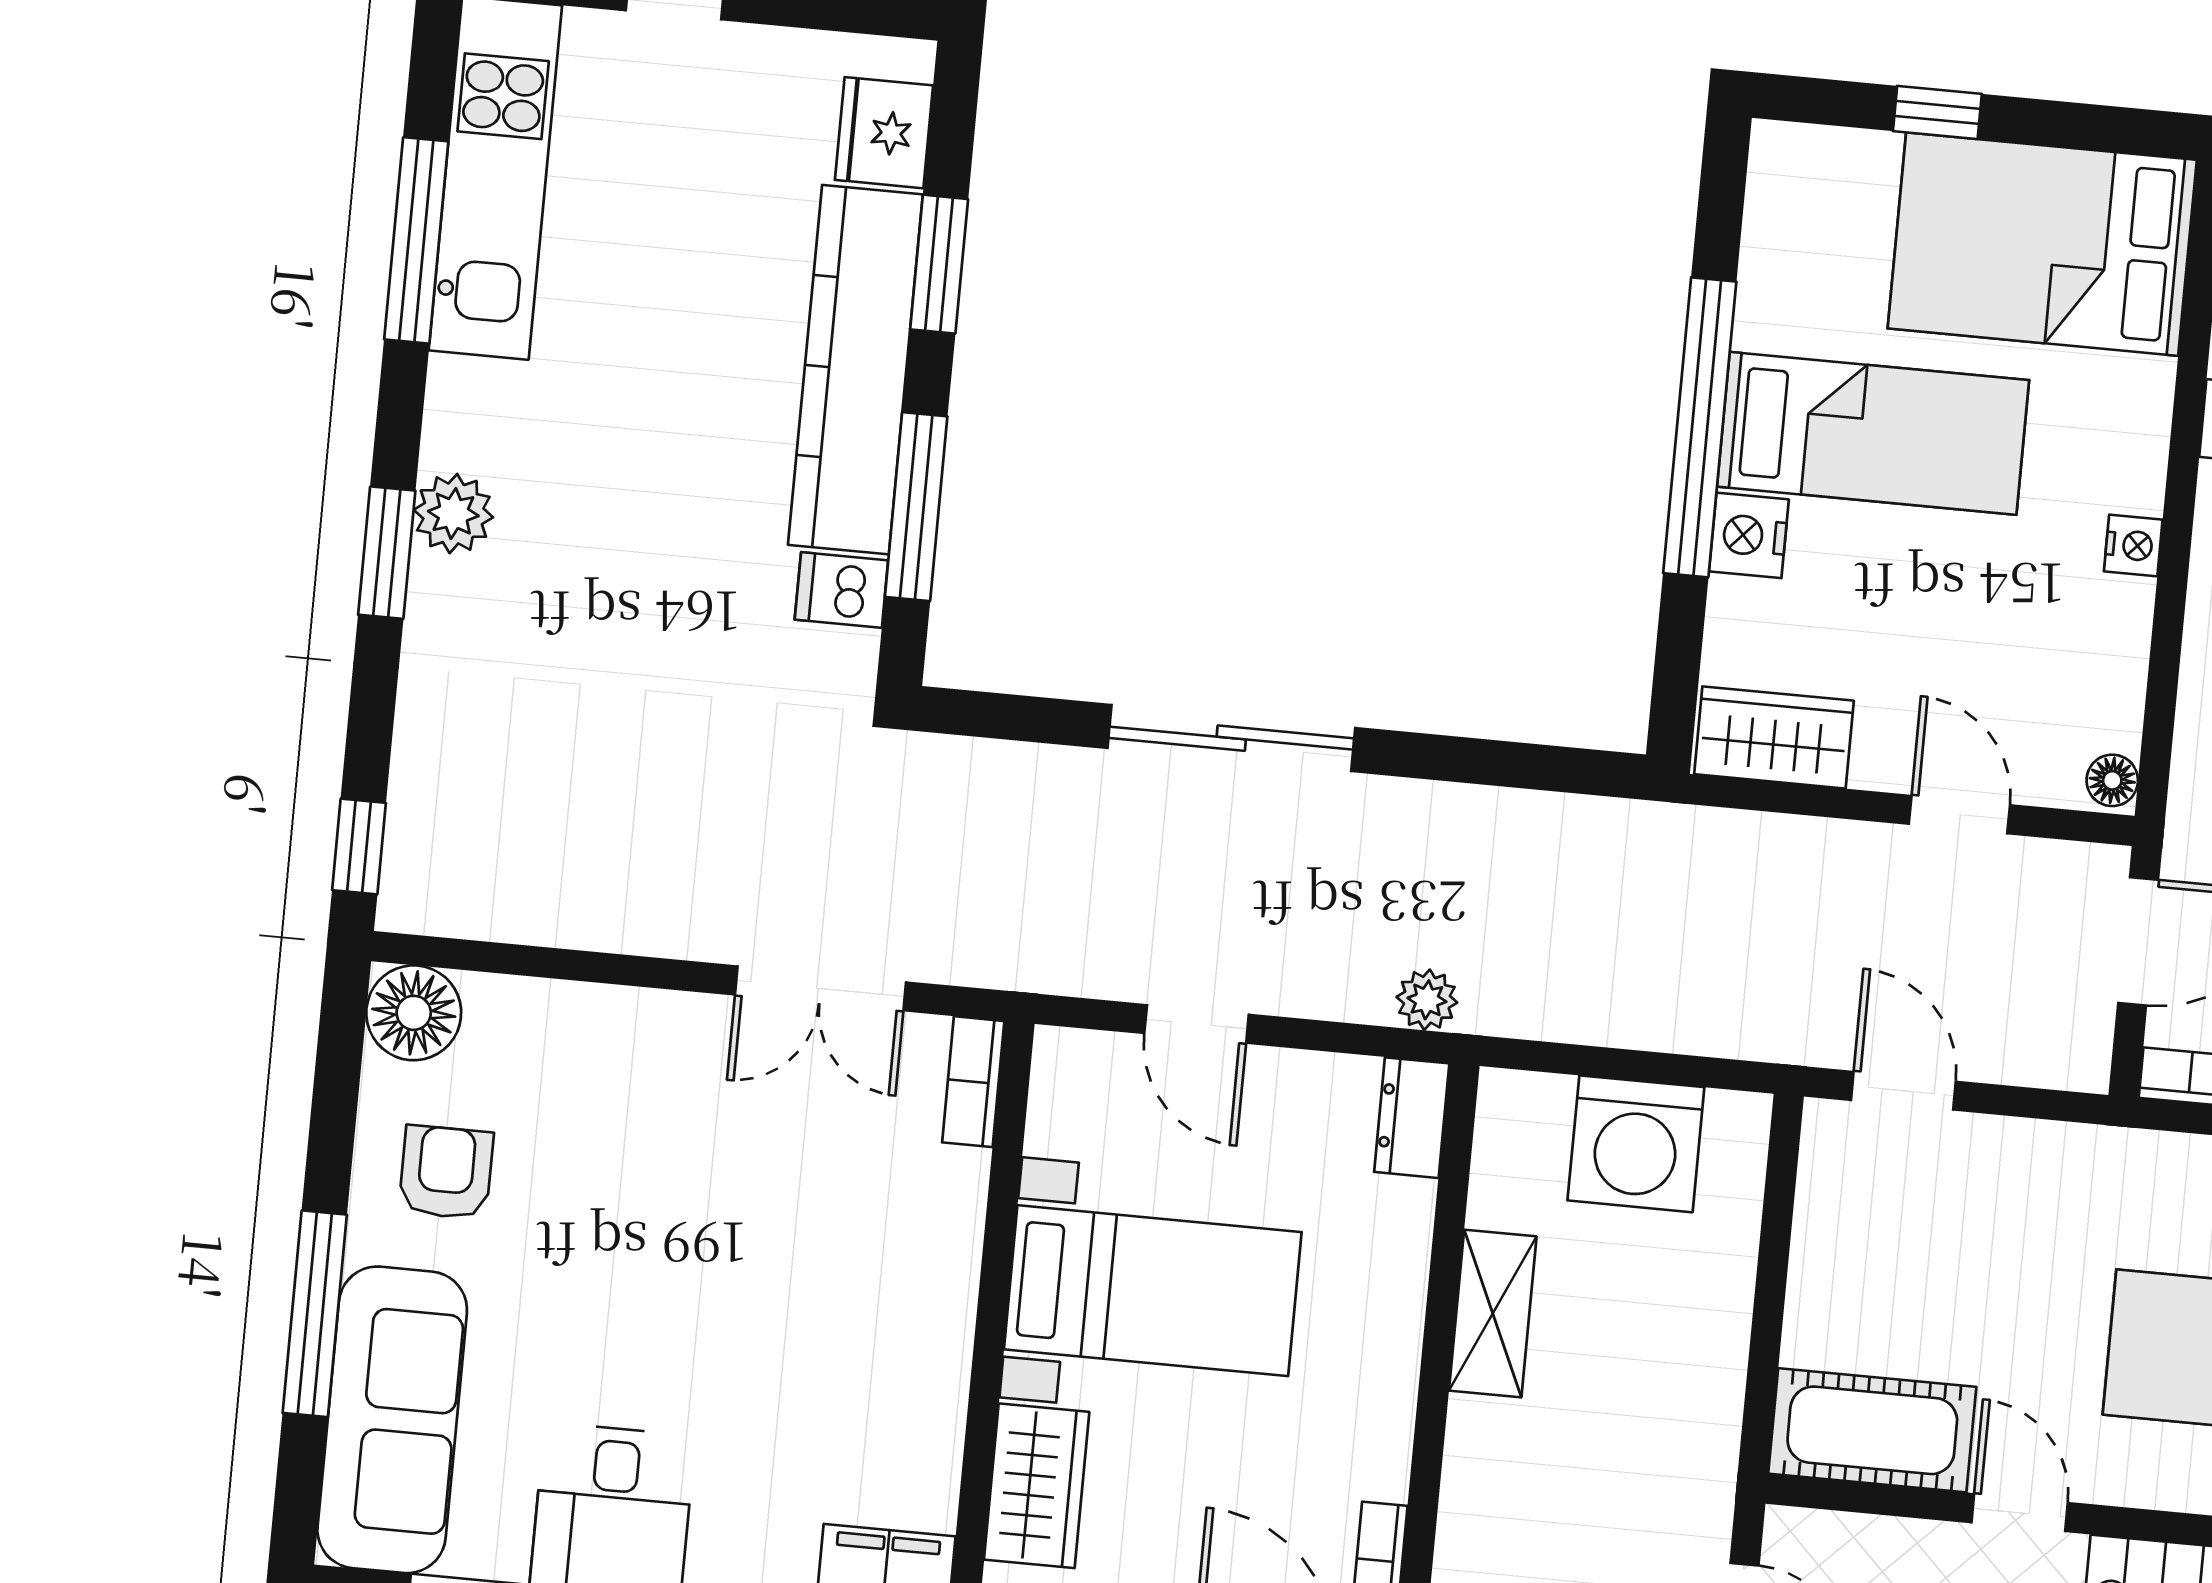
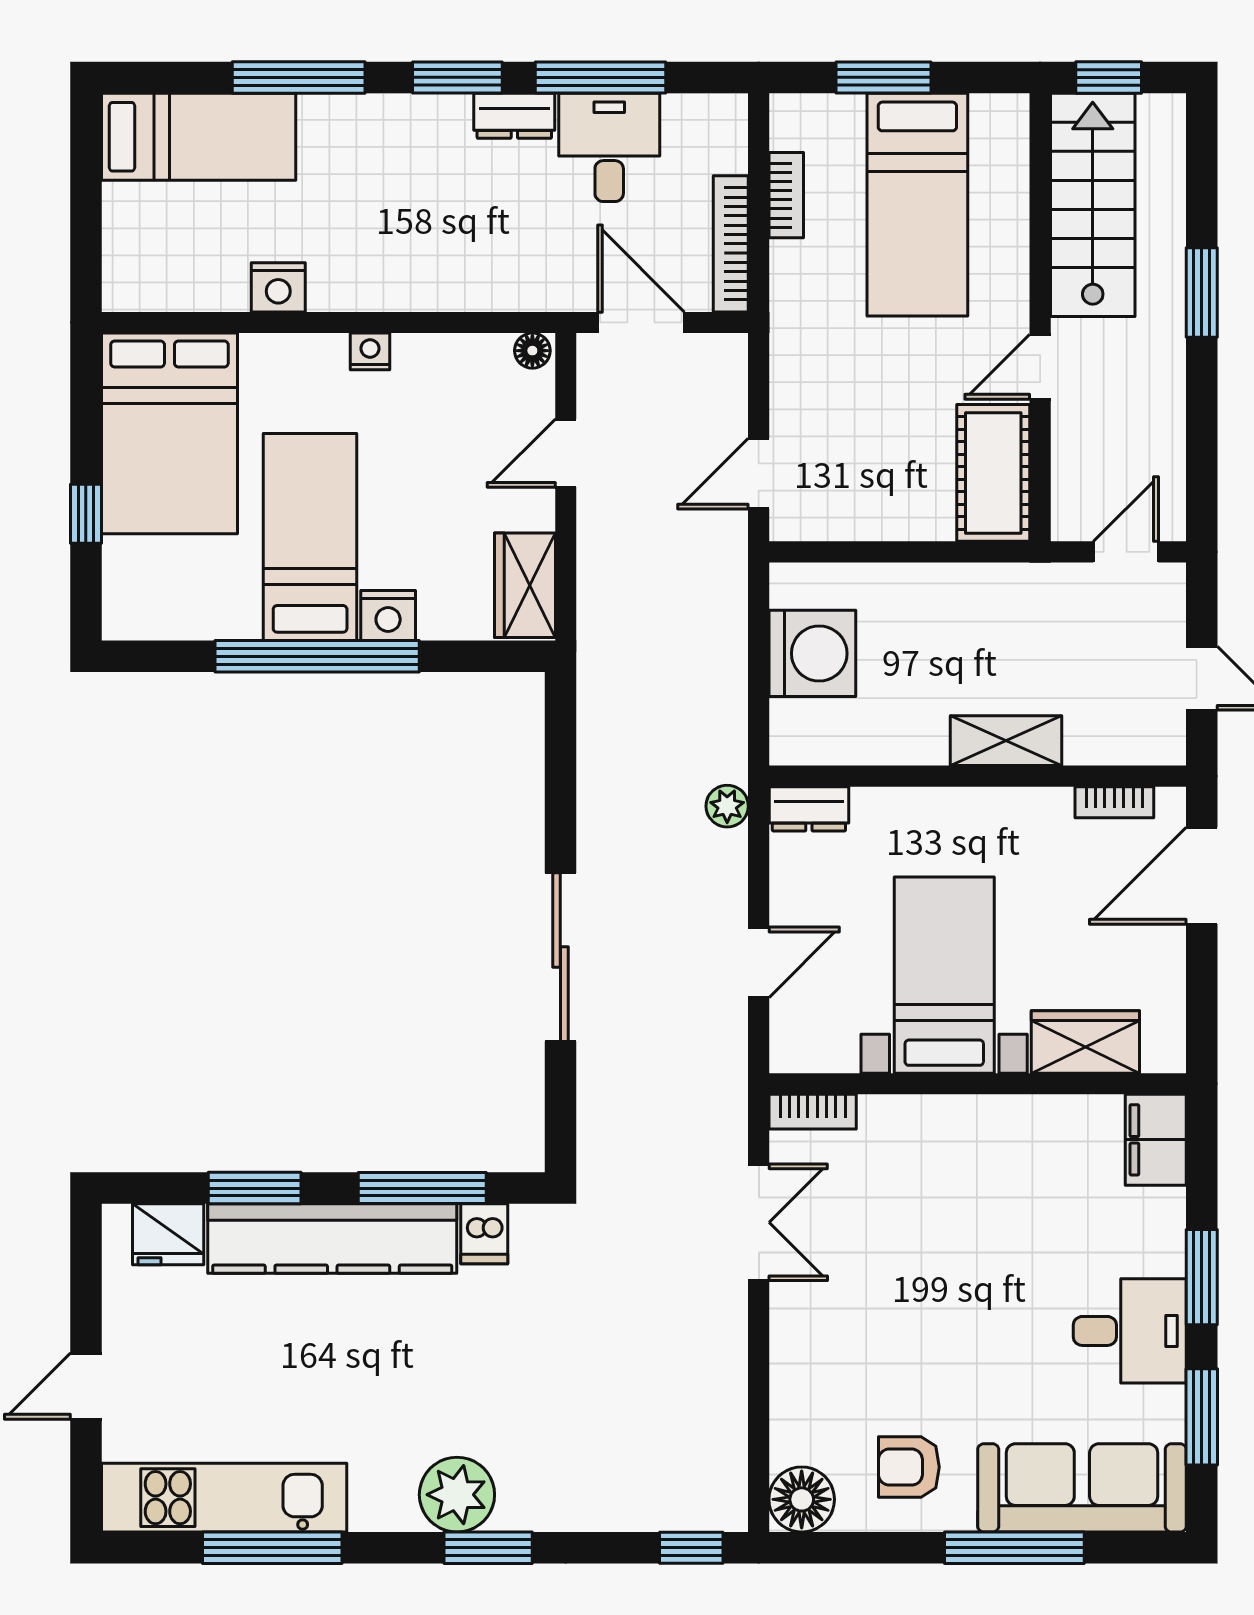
plant: (453, 514) -> (457, 1495), width x1.36, depth x1.36
shelving: (1493, 1314) -> (1006, 741), moved

